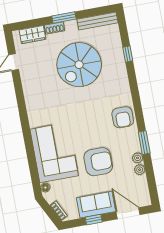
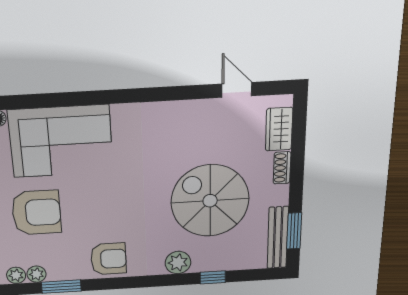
window: (64, 18) -> (294, 231), moved
plant: (120, 76) -> (178, 263), added
armchair: (123, 117) -> (109, 259), turned 180
armchair: (98, 162) -> (36, 213), turned -90

